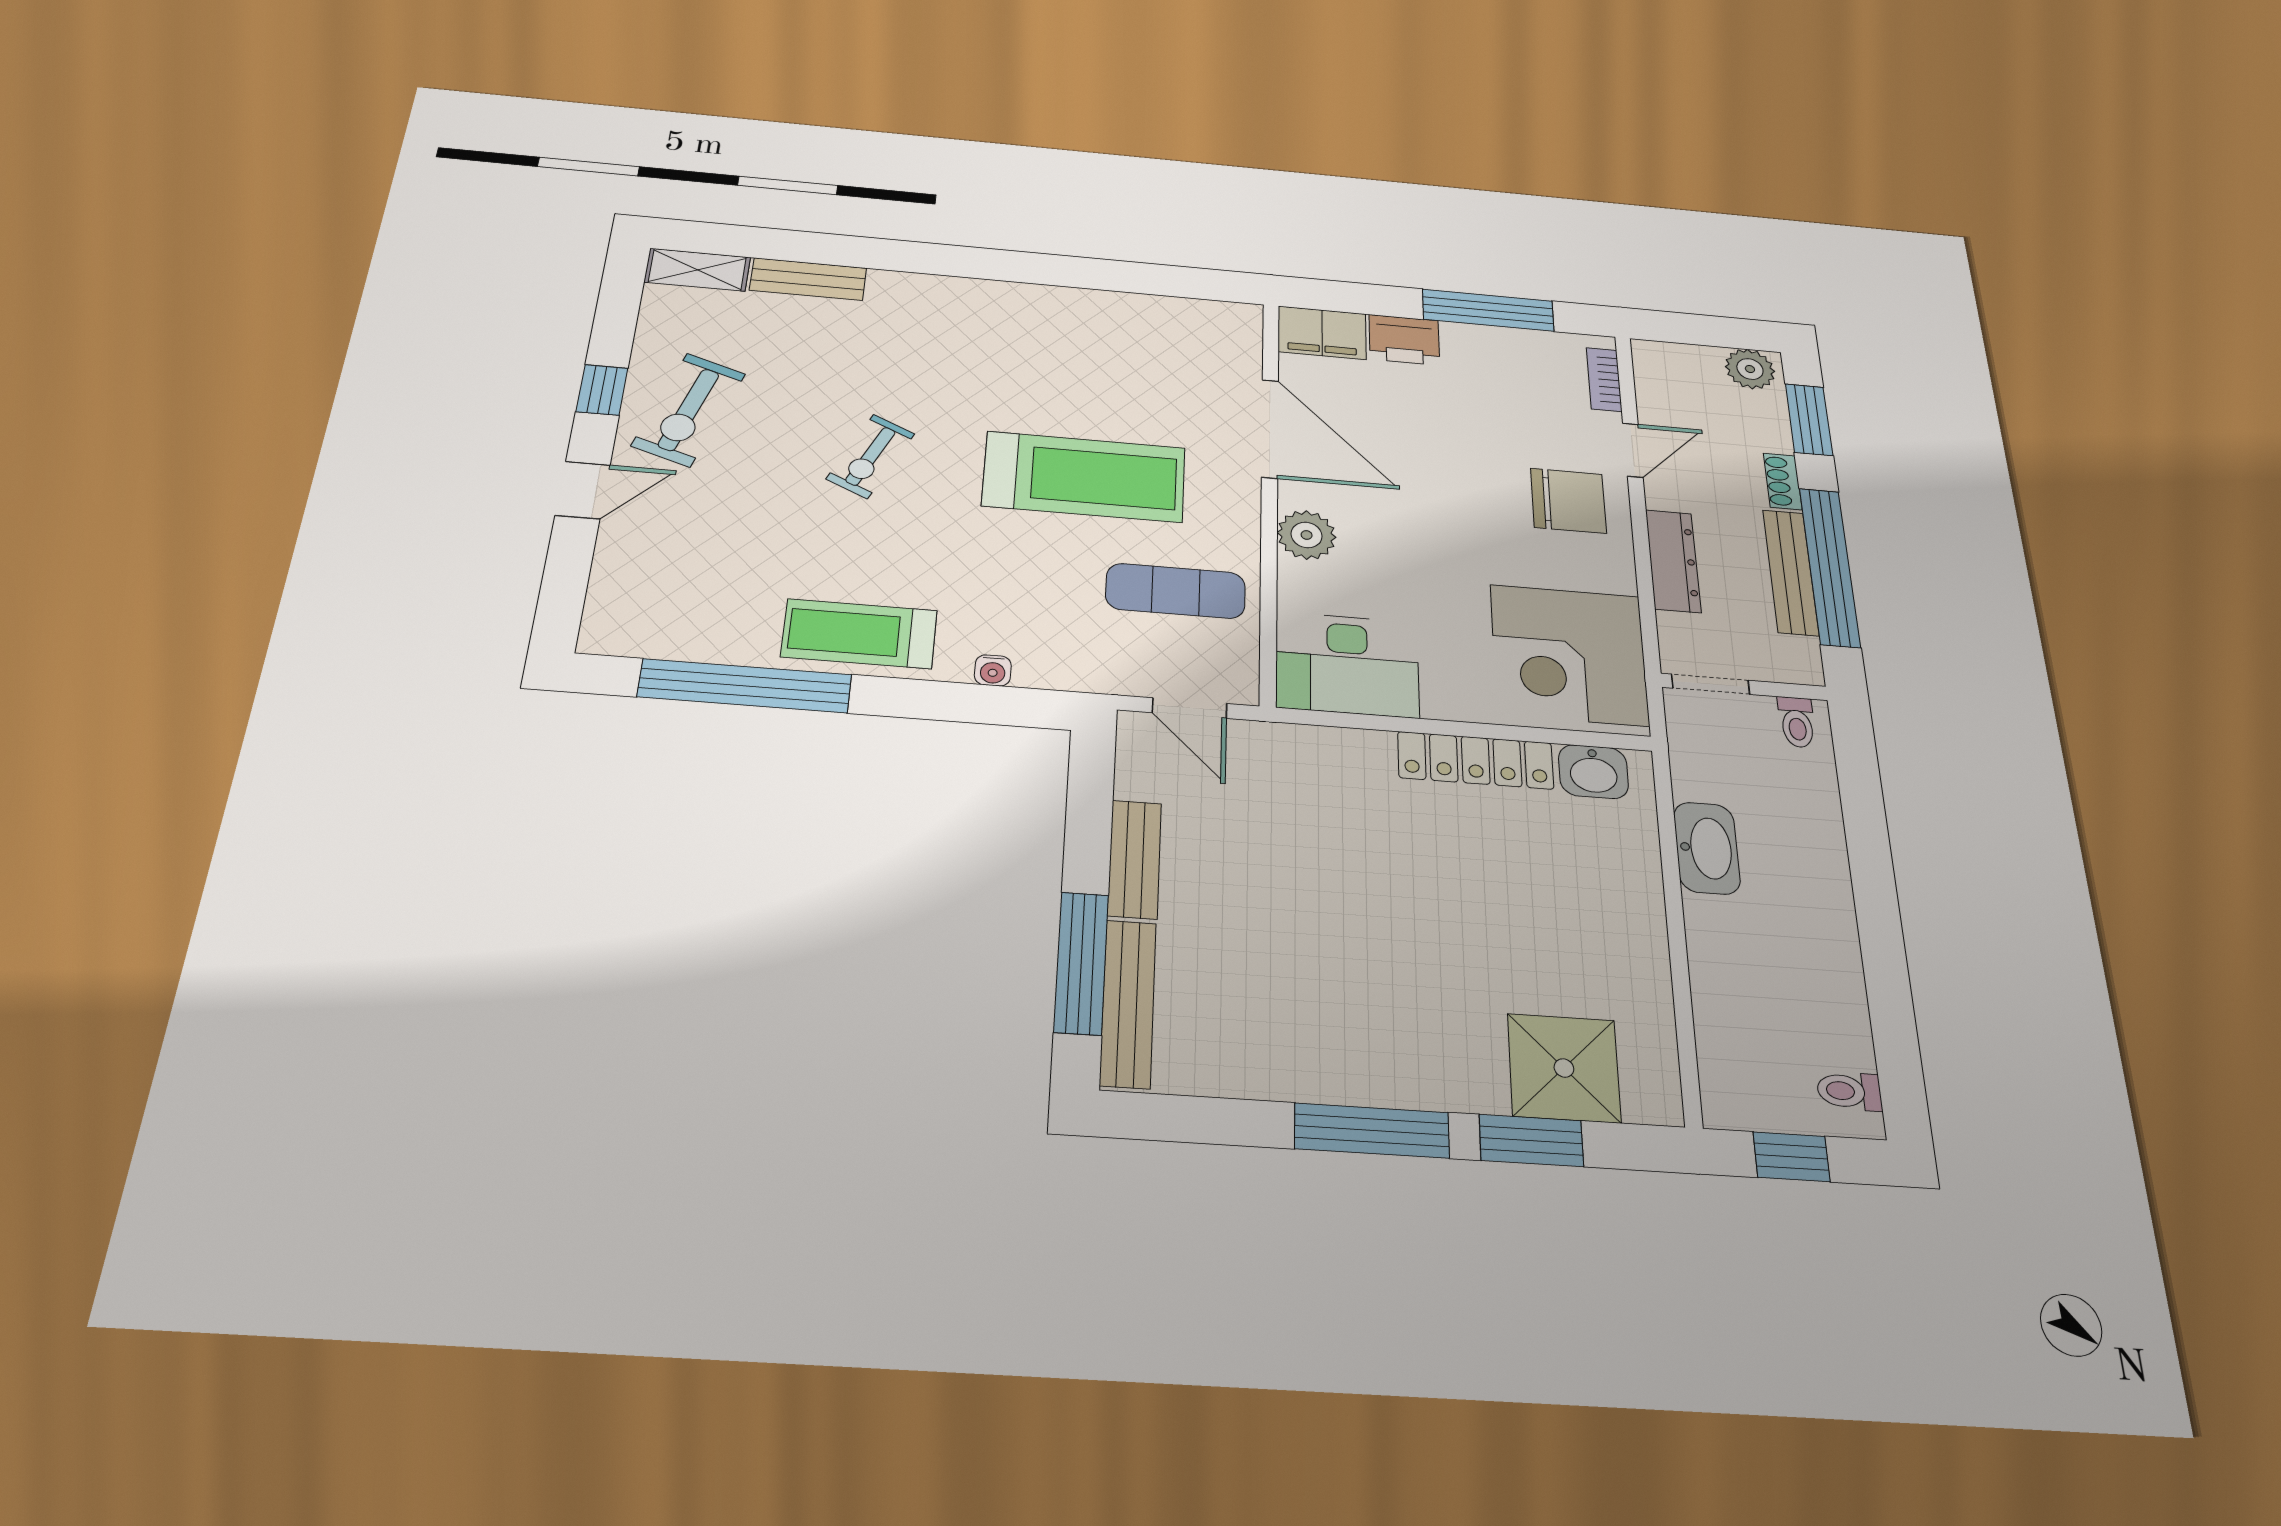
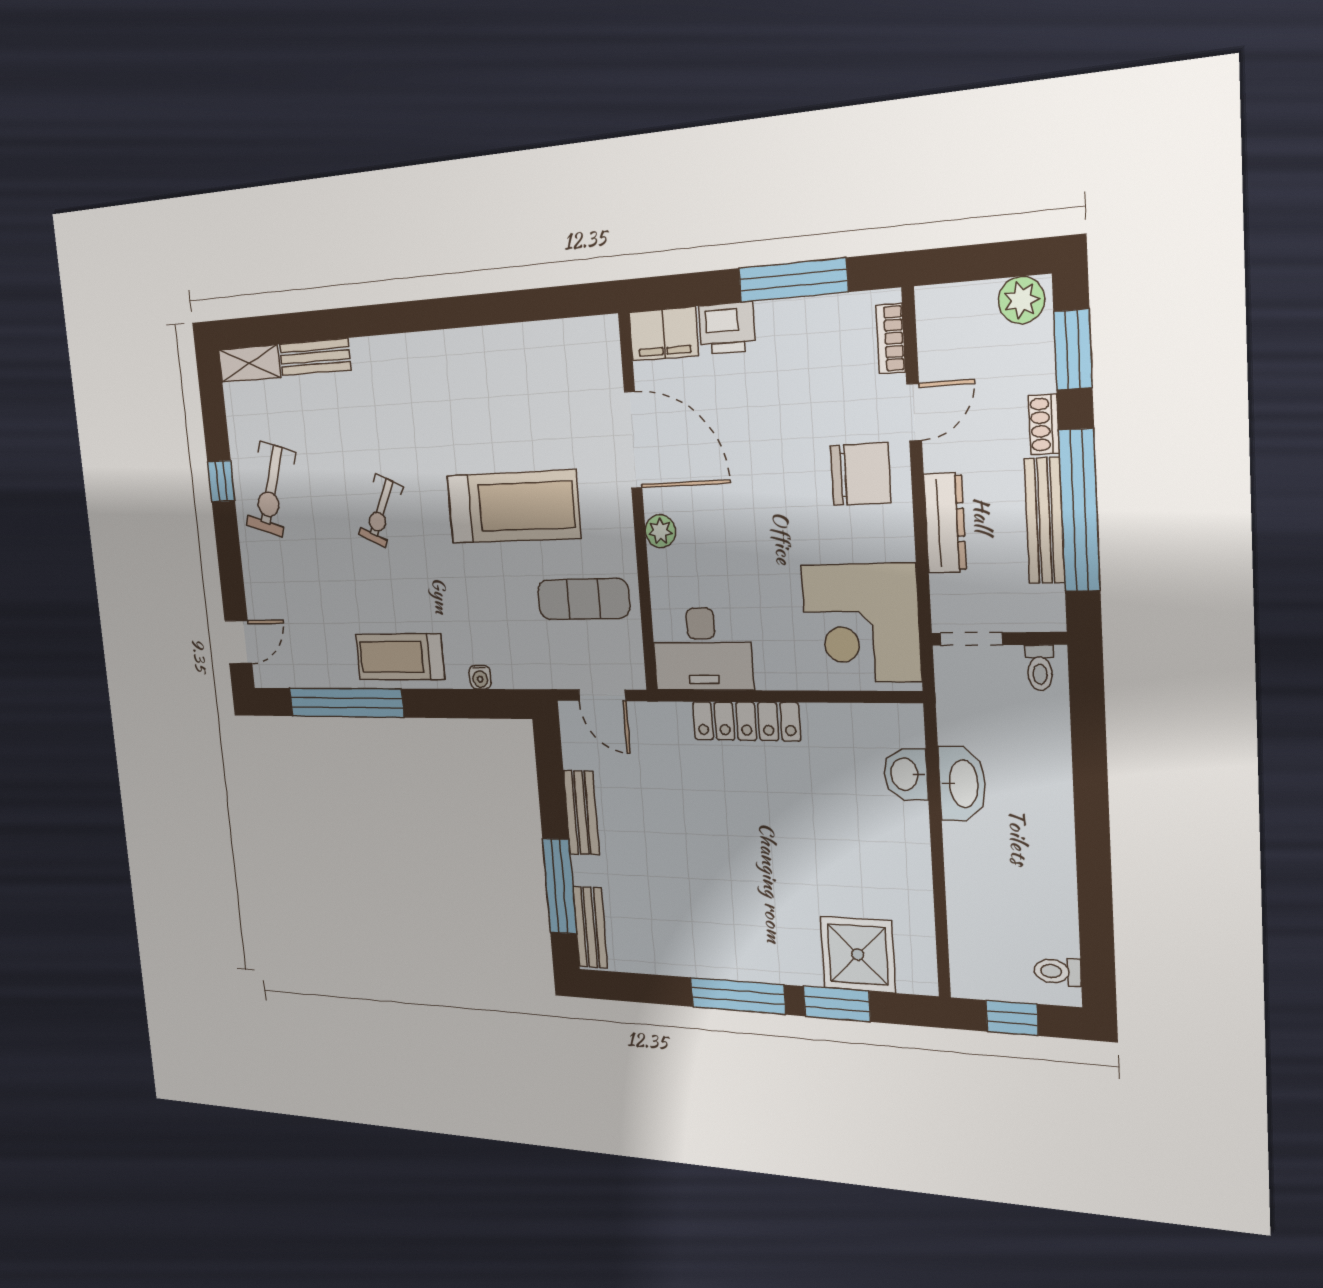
door: (583, 490) -> (238, 642), moved
plant: (1307, 535) -> (660, 531), width x0.73, depth x0.73
locker: (1476, 760) -> (746, 721), moved
washbasin: (1593, 772) -> (906, 774), moved, turned 90
bench: (1128, 1003) -> (590, 927), width x0.73

